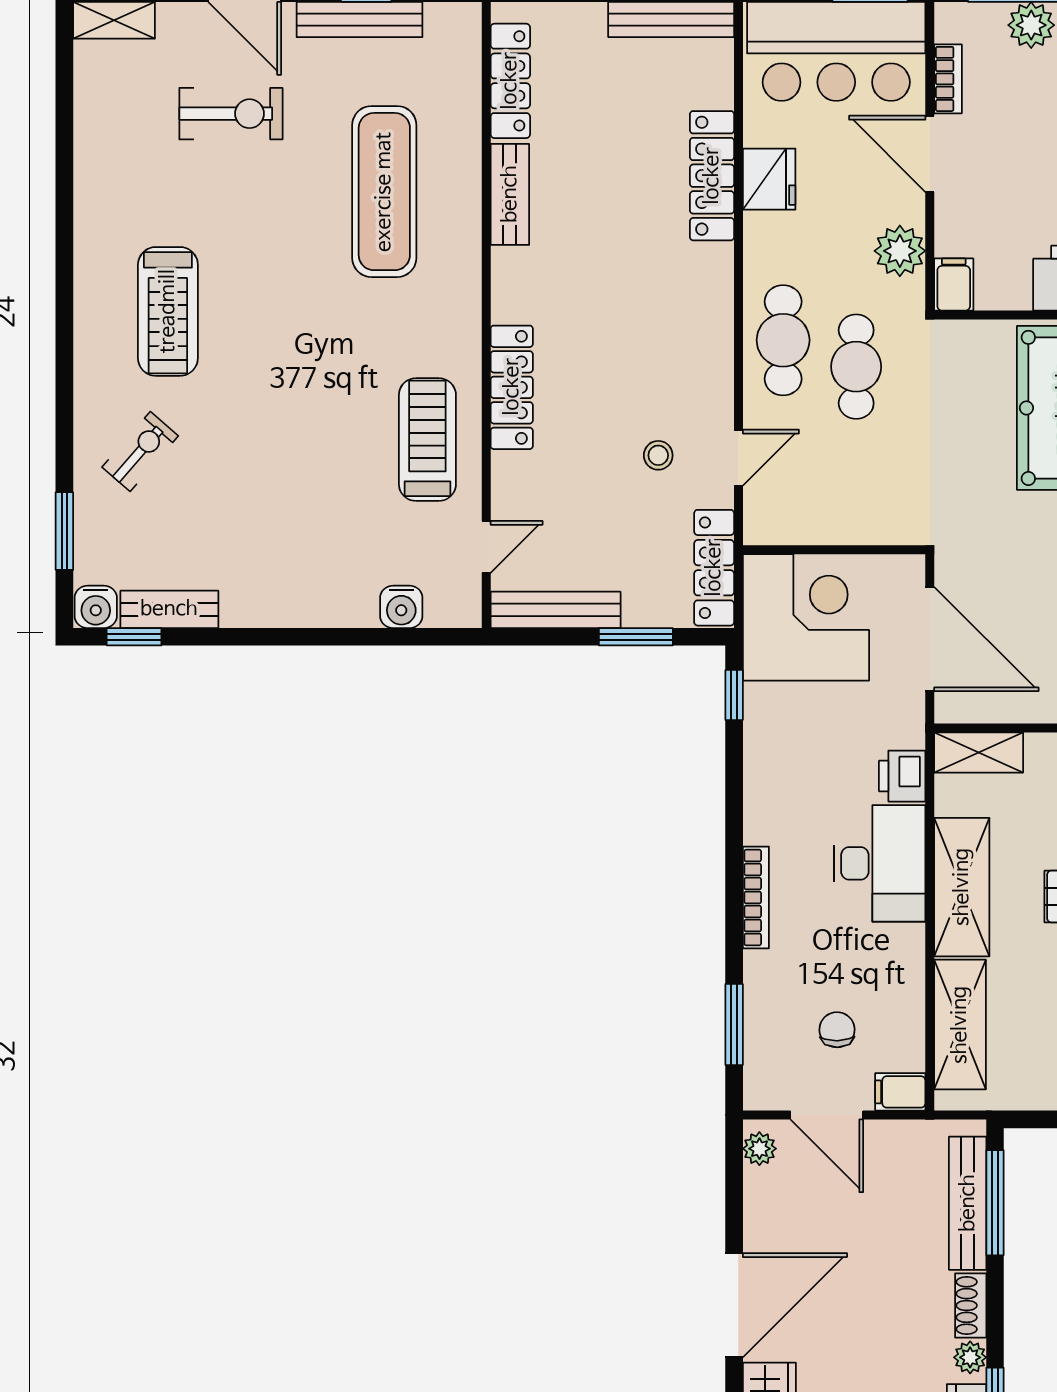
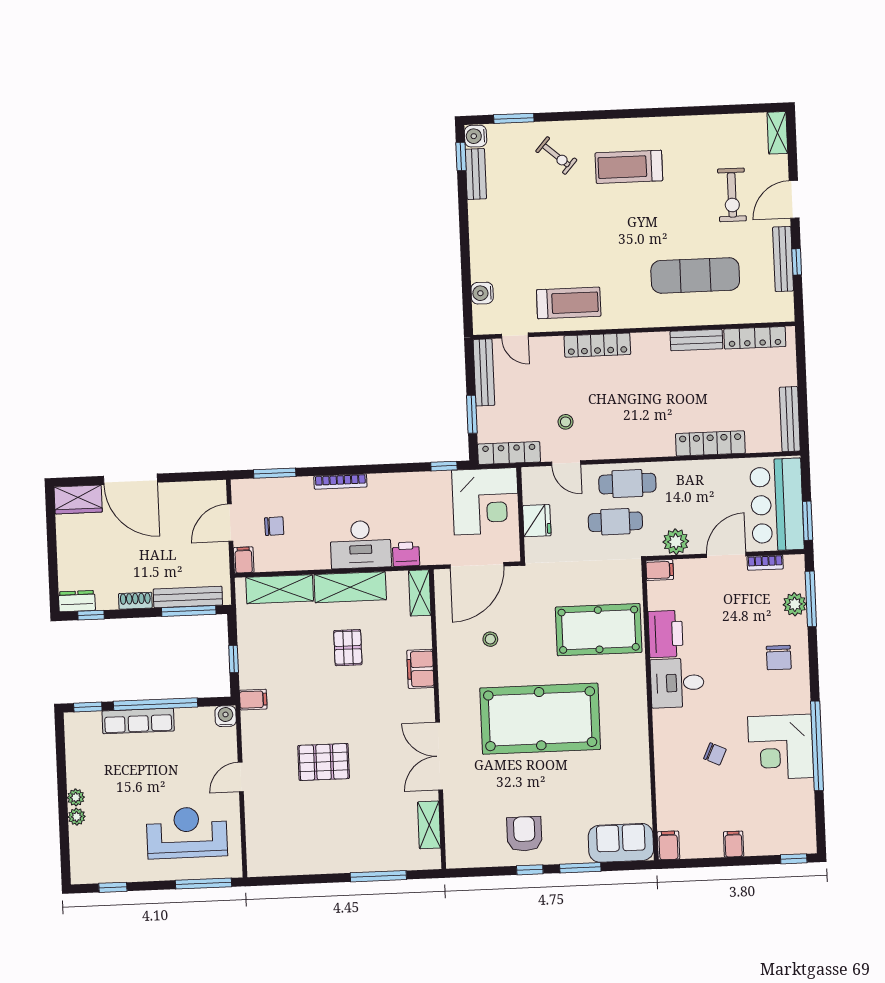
fridge: (769, 179) -> (537, 521), moved, turned -90
plant: (759, 1149) -> (211, 489), removed
plant: (970, 1357) -> (109, 602), removed

